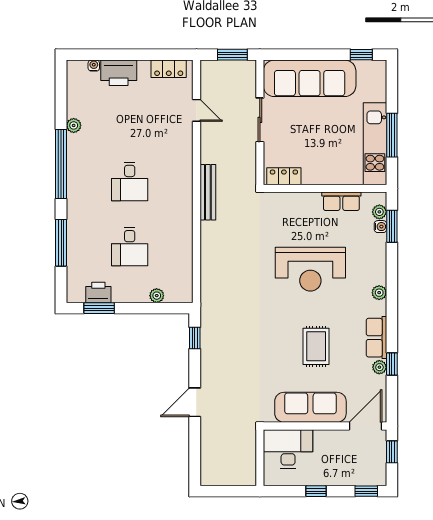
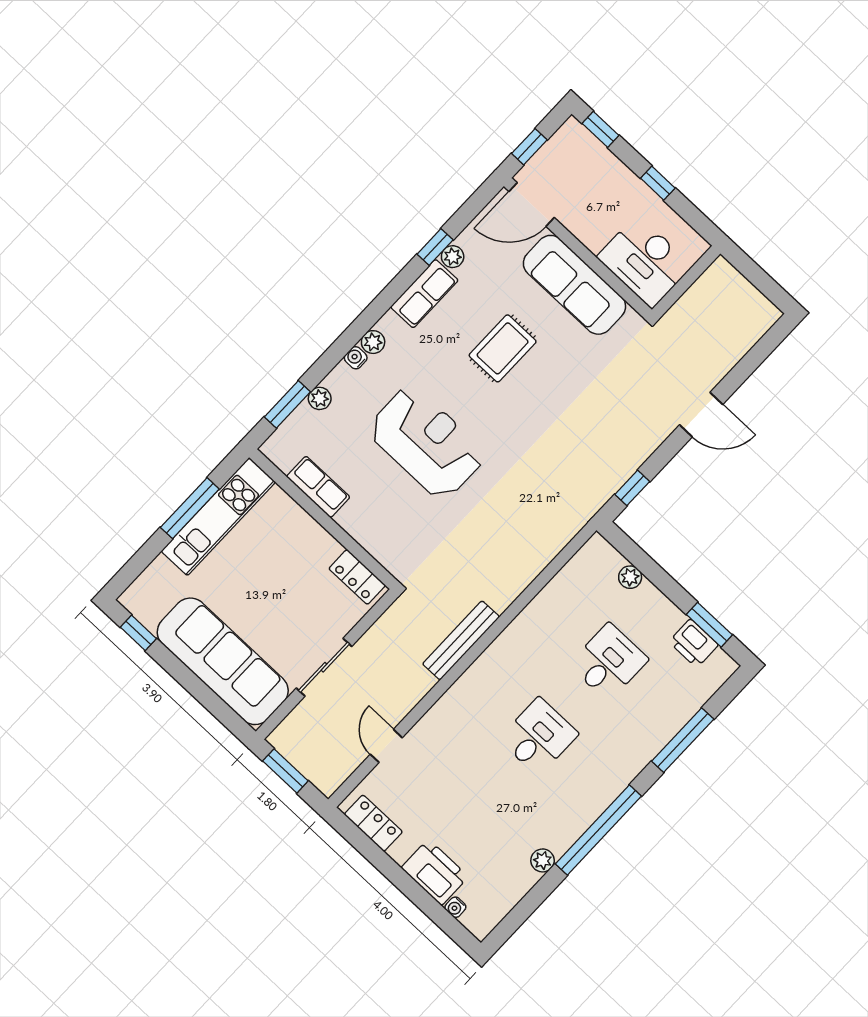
plant: (379, 212) -> (320, 398), moved
water cooler: (380, 227) -> (356, 358), moved

